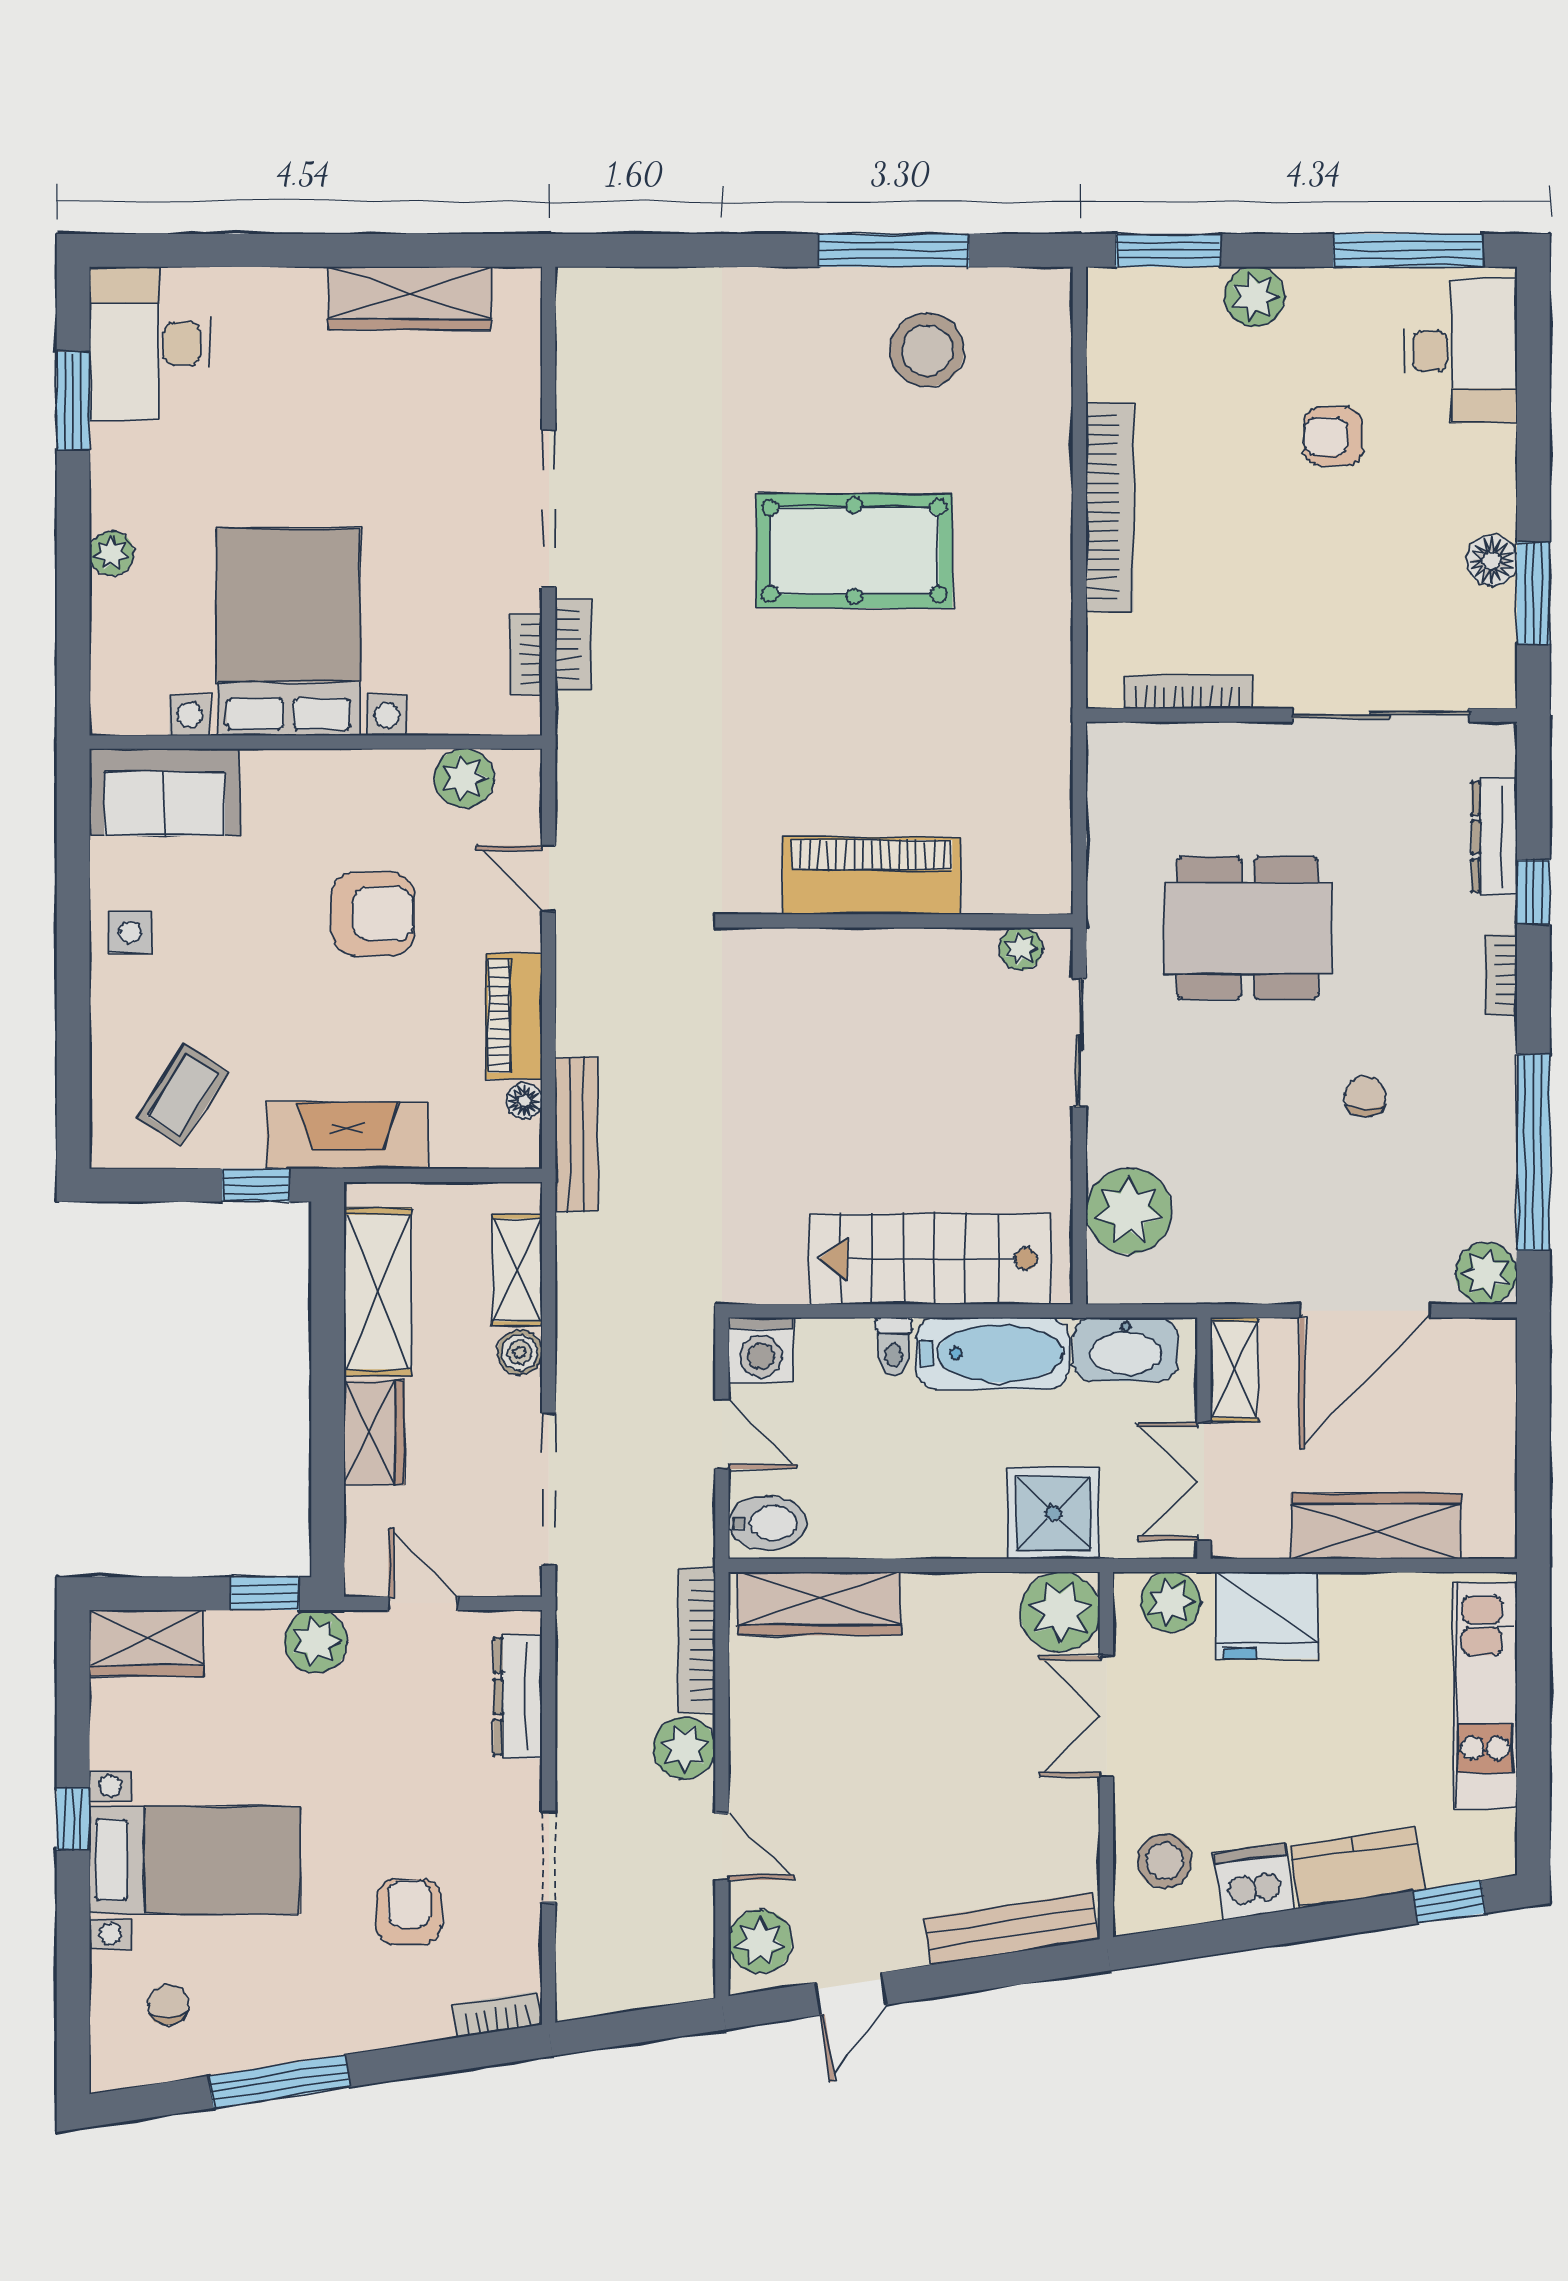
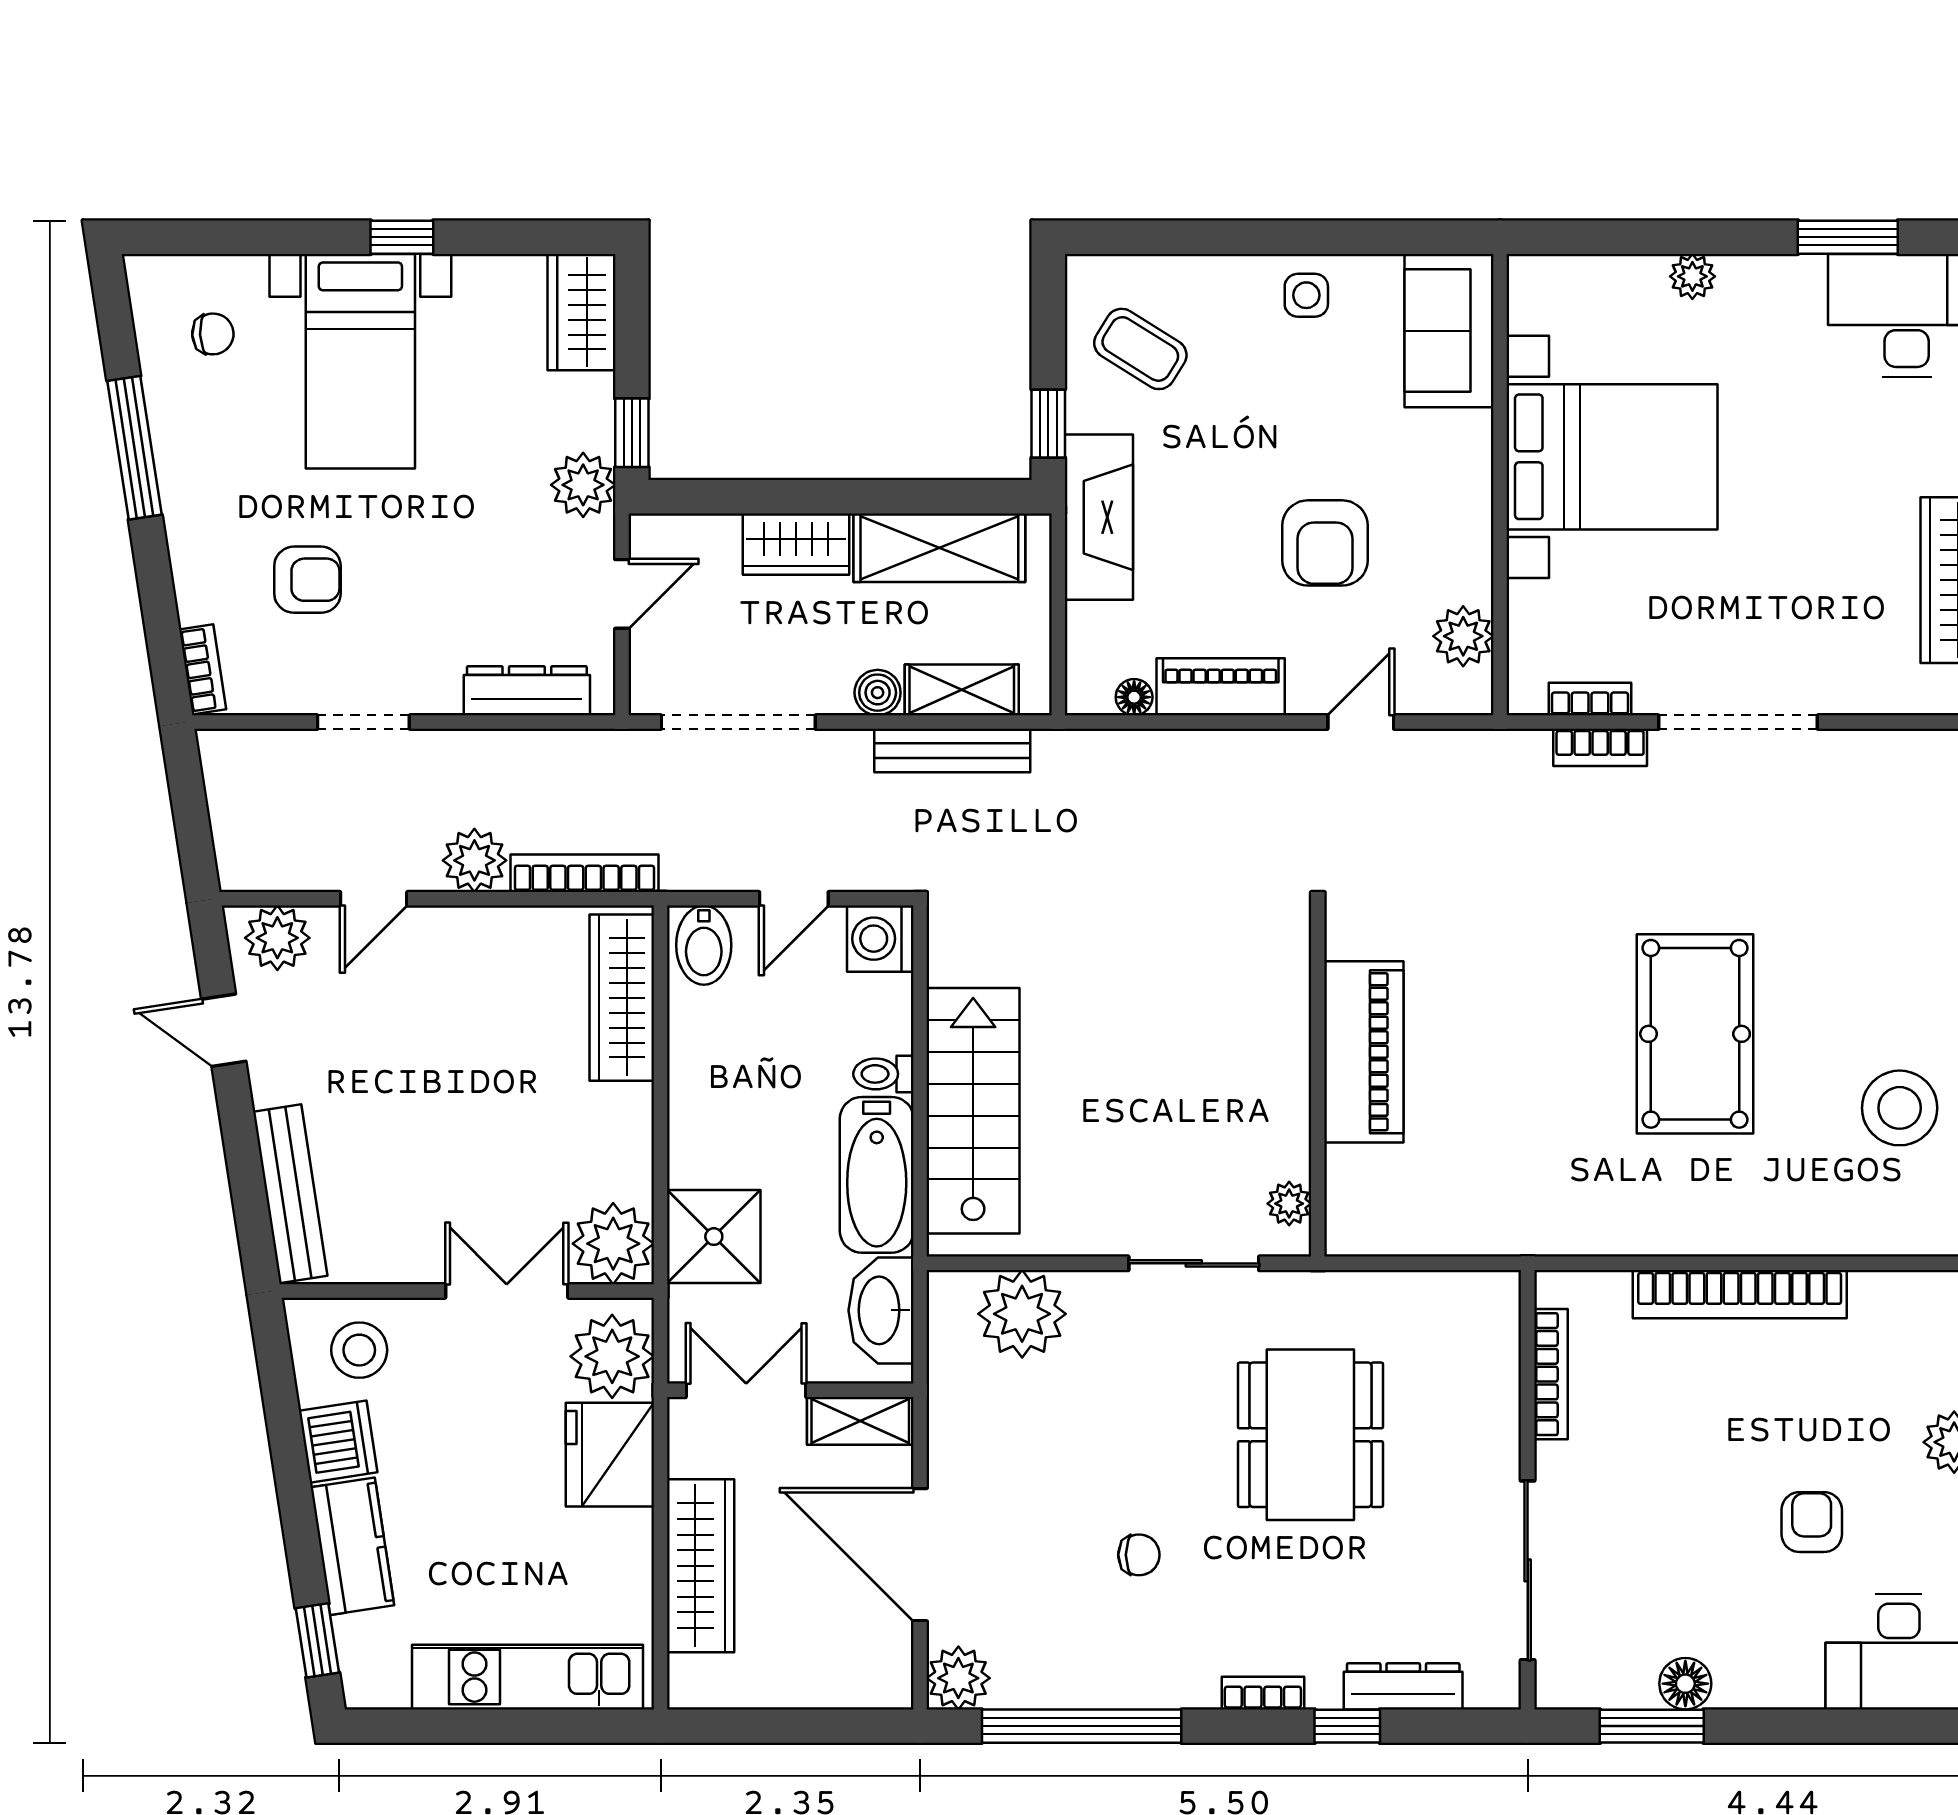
bench: (576, 1135) -> (952, 751), moved
plant: (1171, 1602) -> (612, 1356), width x1.36, depth x1.36

